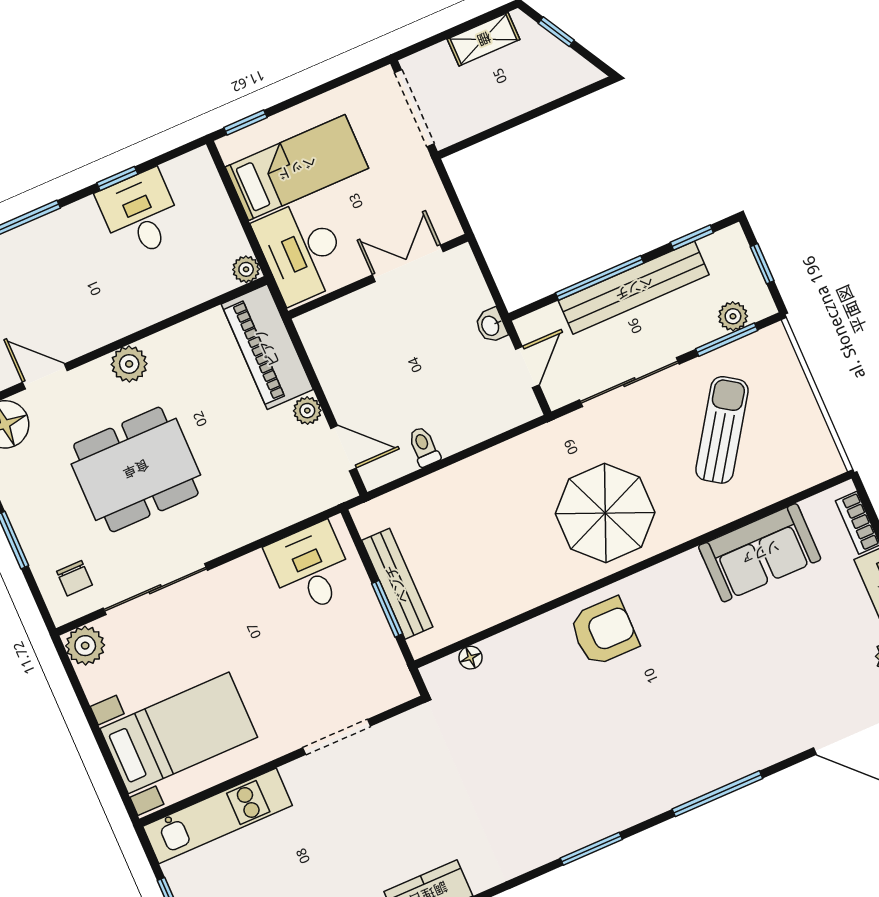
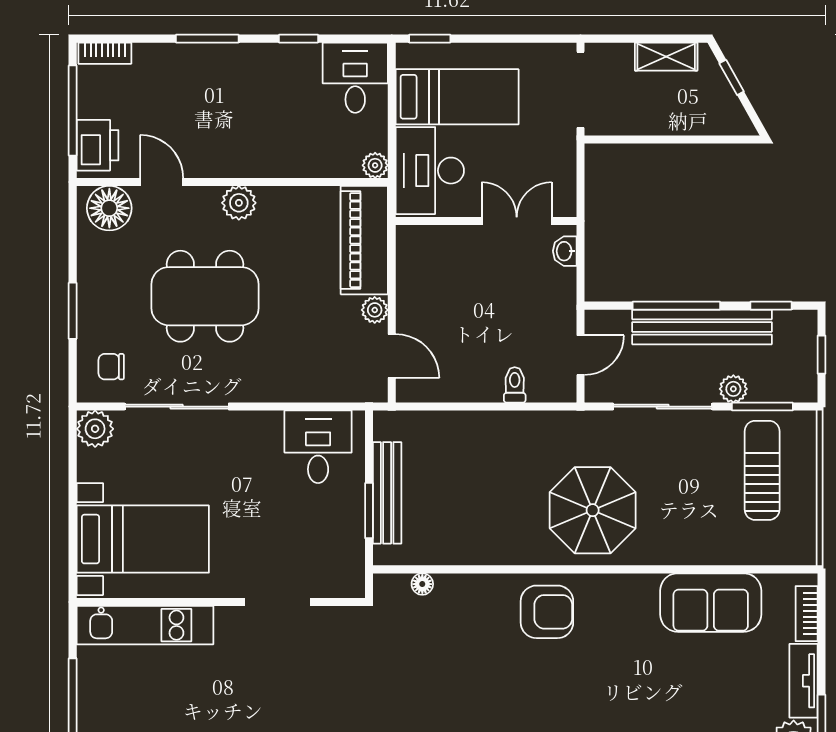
desk: (140, 214) -> (355, 78), moved
plant: (733, 316) -> (733, 389), moved
washbasin: (491, 326) -> (565, 251), moved
sun lounger: (722, 430) -> (762, 470), moved, turned -34
toilet: (424, 447) -> (515, 385), moved
chair: (74, 578) -> (111, 367), turned 90

